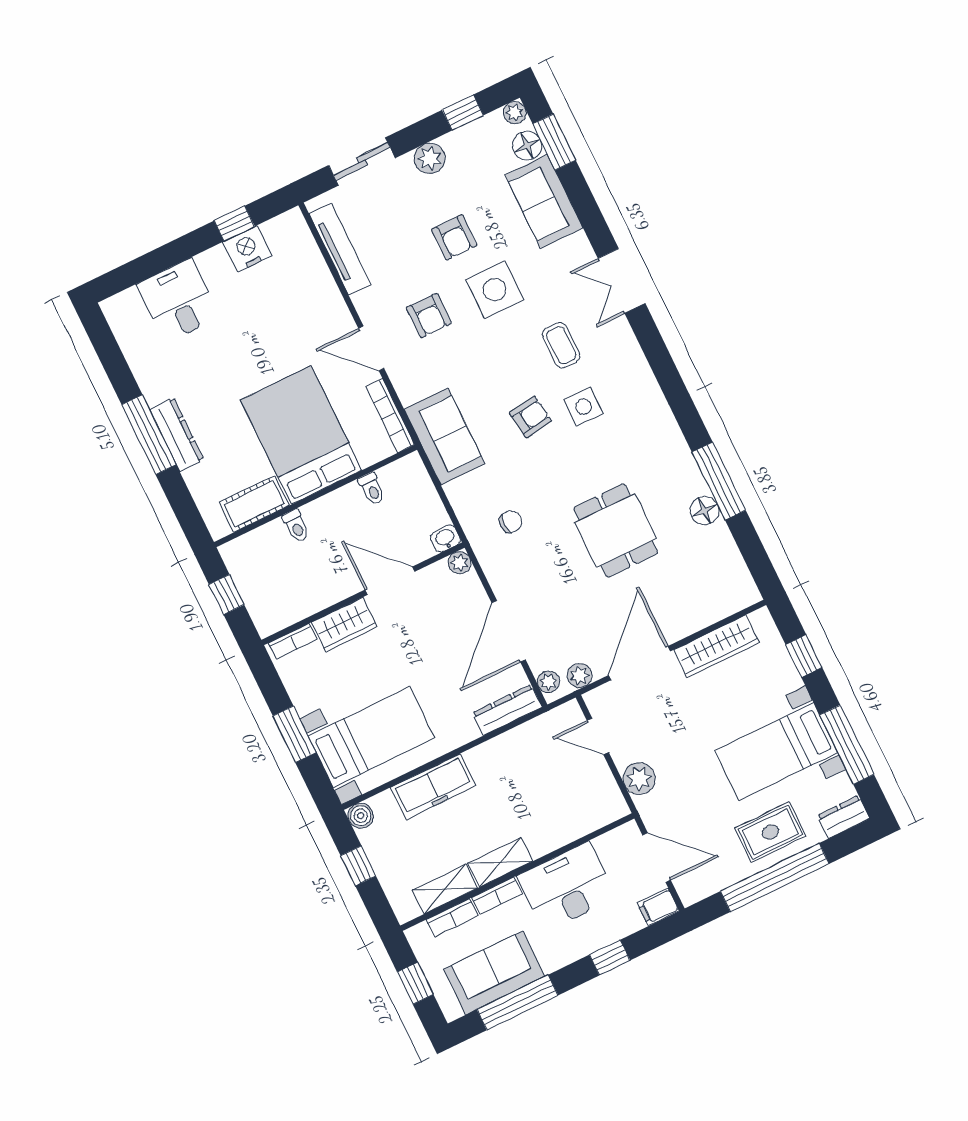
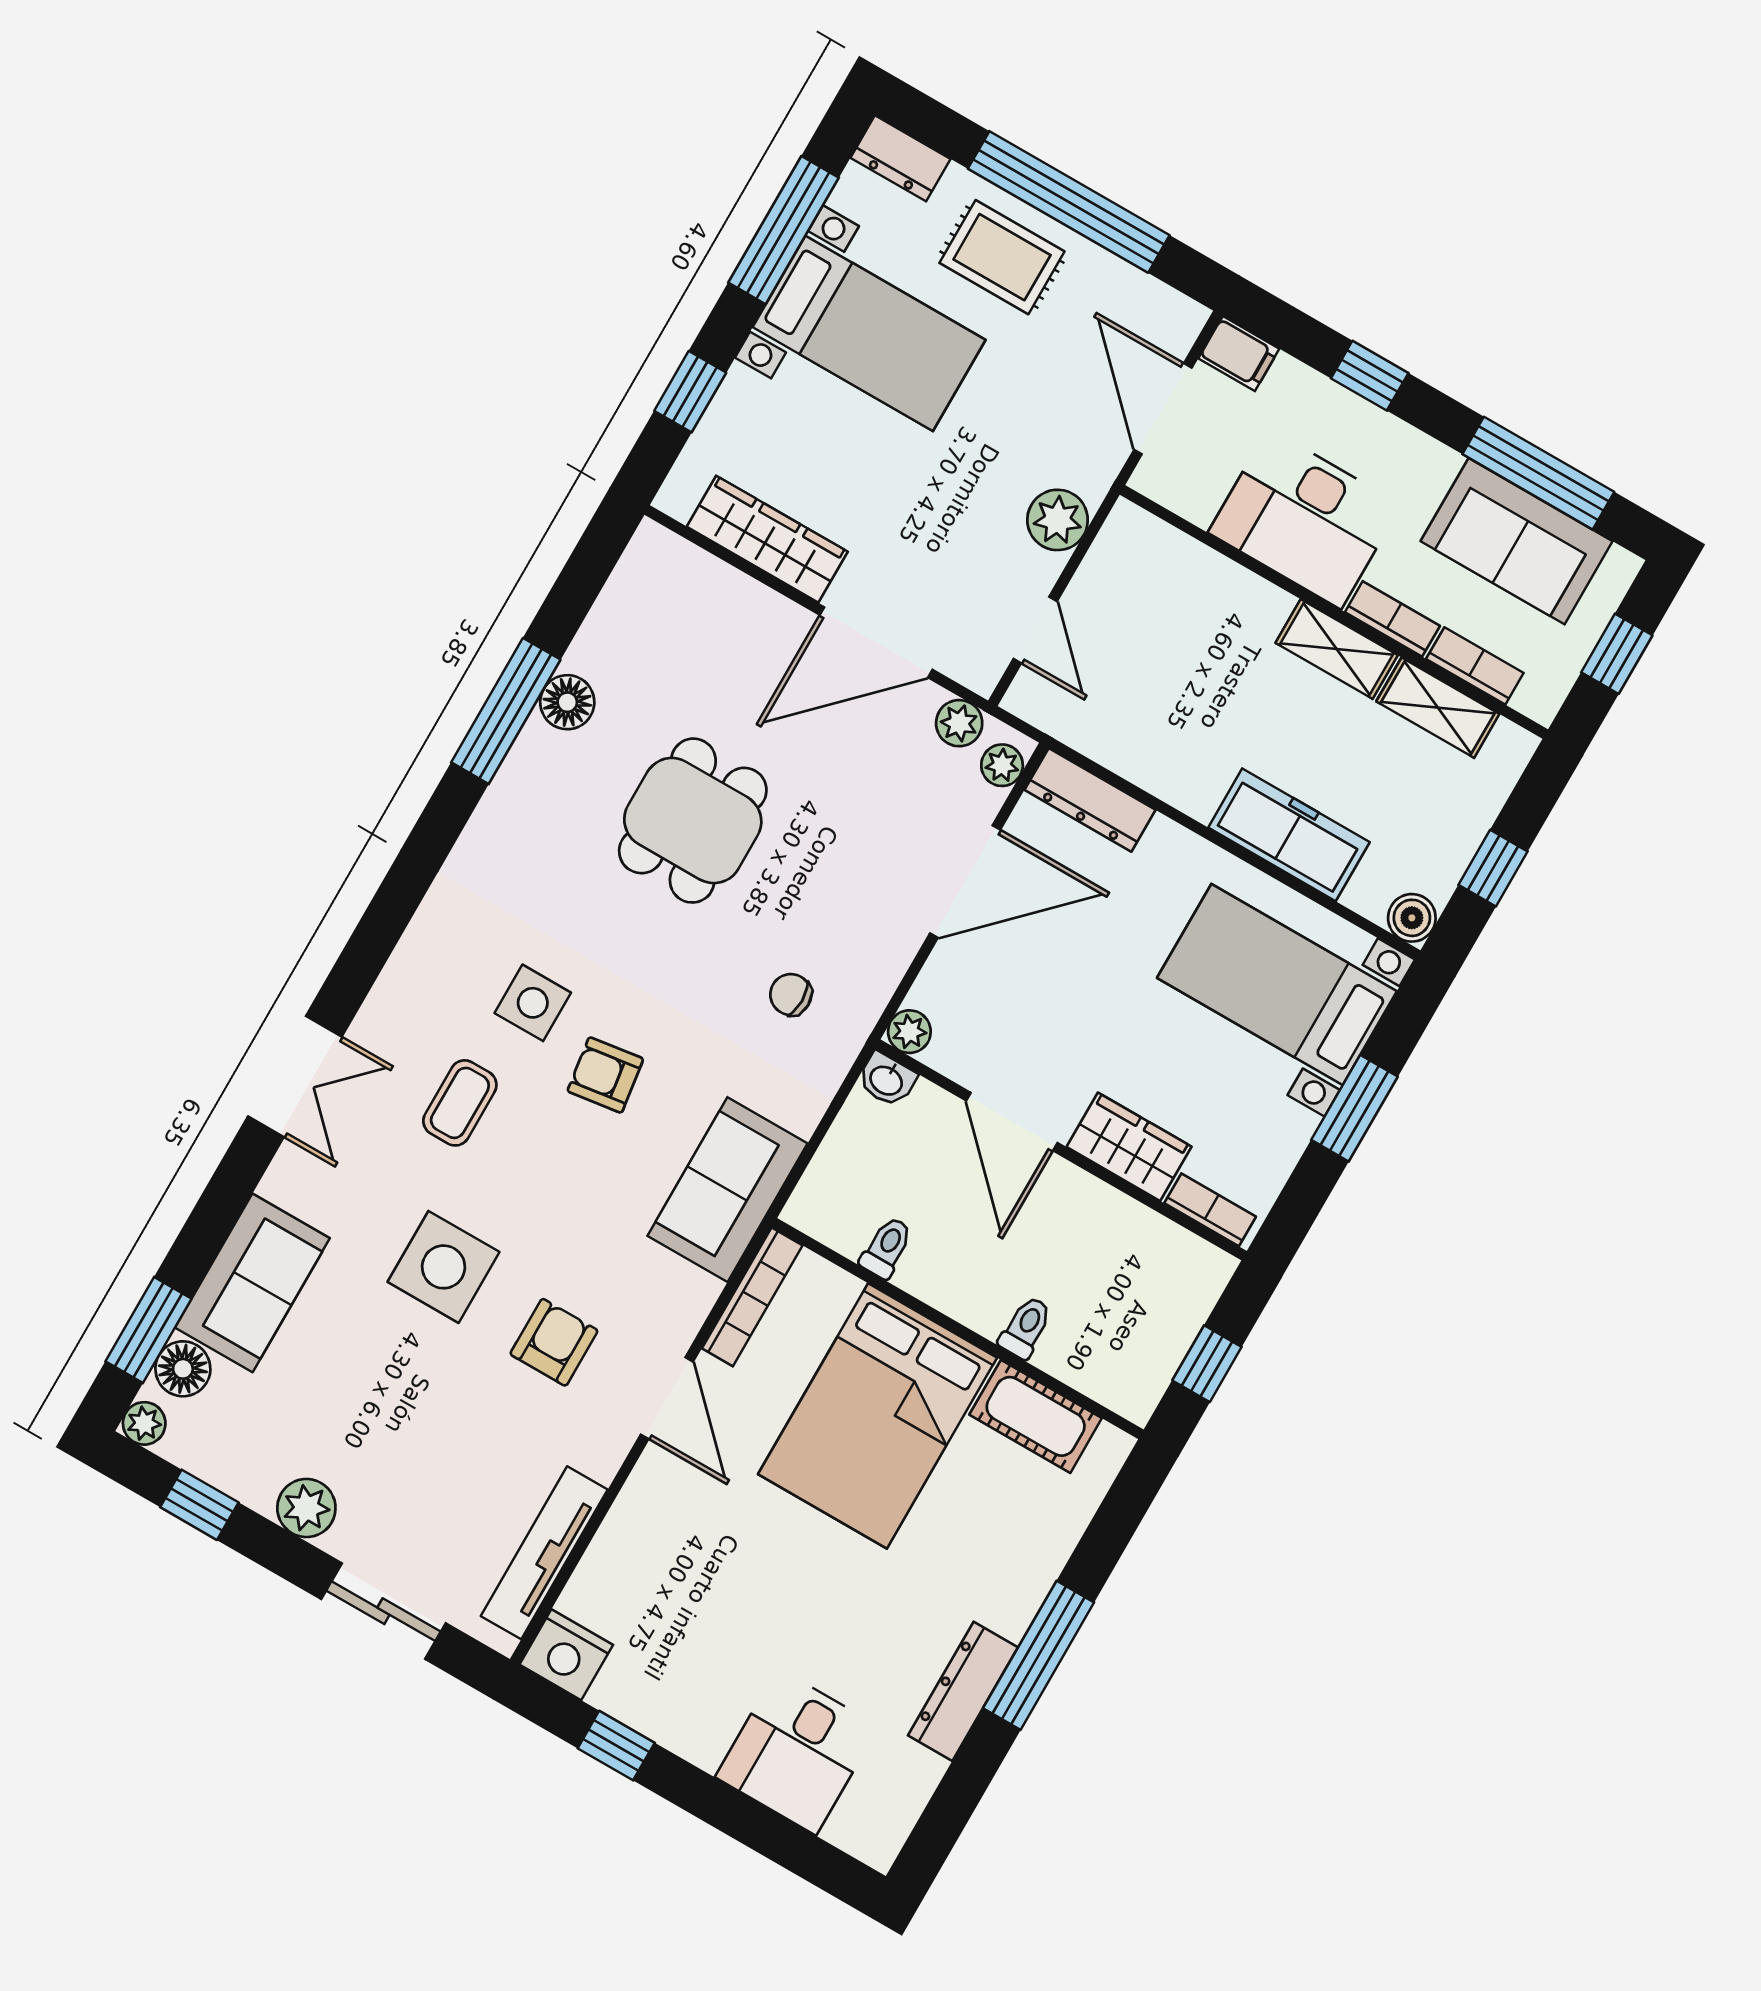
armchair: (454, 237) -> (404, 1386), removed
nightstand: (247, 249) -> (566, 1655), moved
dresser: (177, 434) -> (963, 1691), moved

